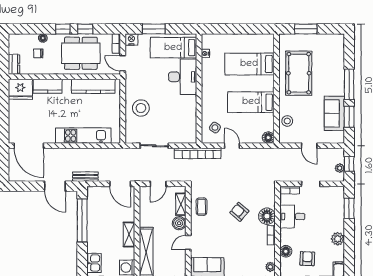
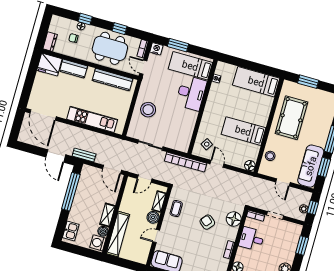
window: (63, 29) -> (85, 19), moved
bed: (249, 64) -> (256, 82), moved
sofa: (334, 113) -> (311, 166), width x1.36
floor lamp: (267, 216) -> (234, 219), moved
boiler: (129, 254) -> (103, 231), added

